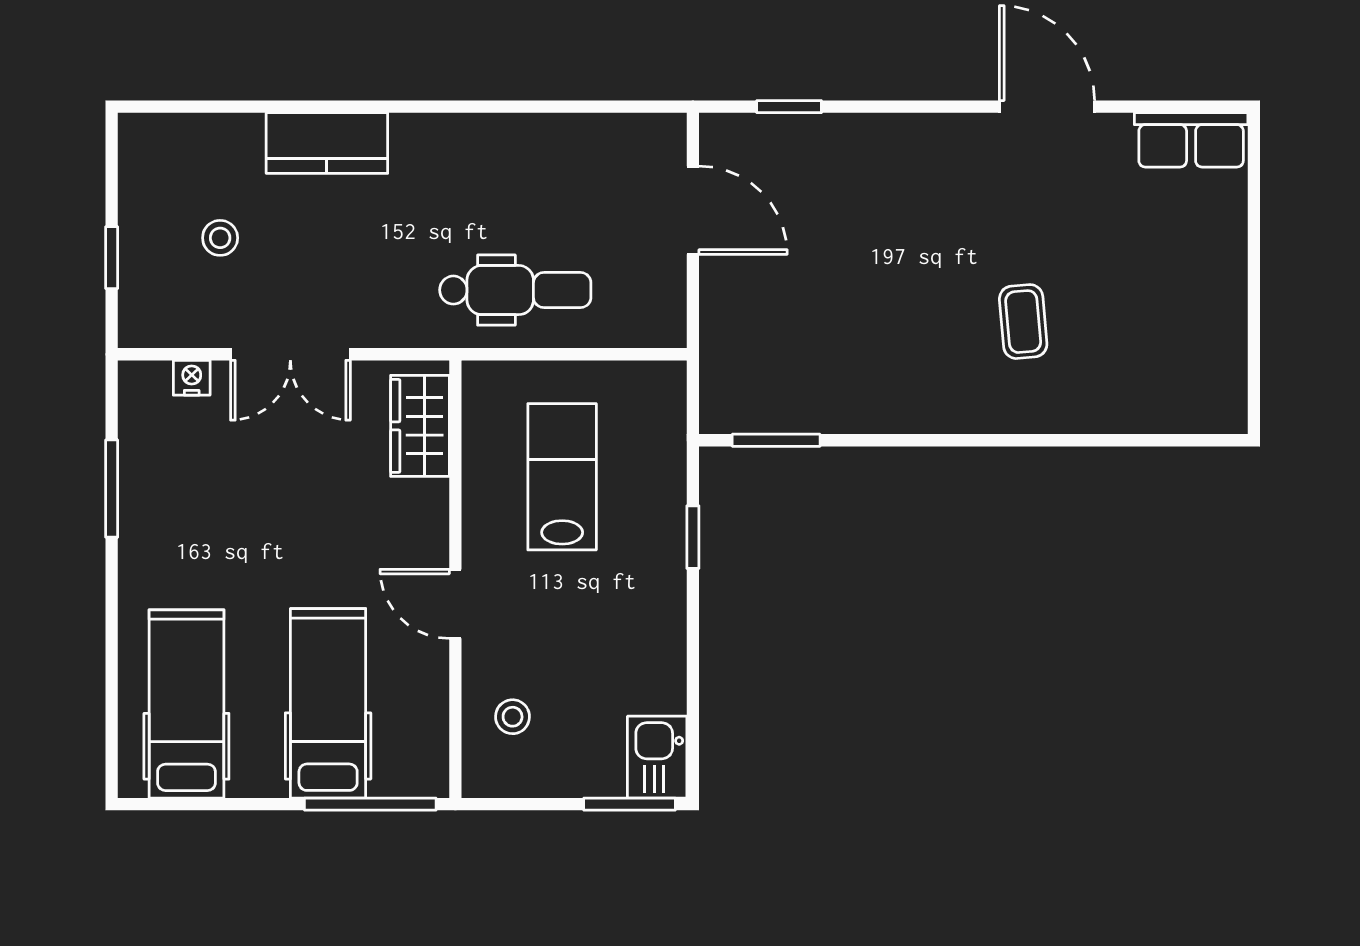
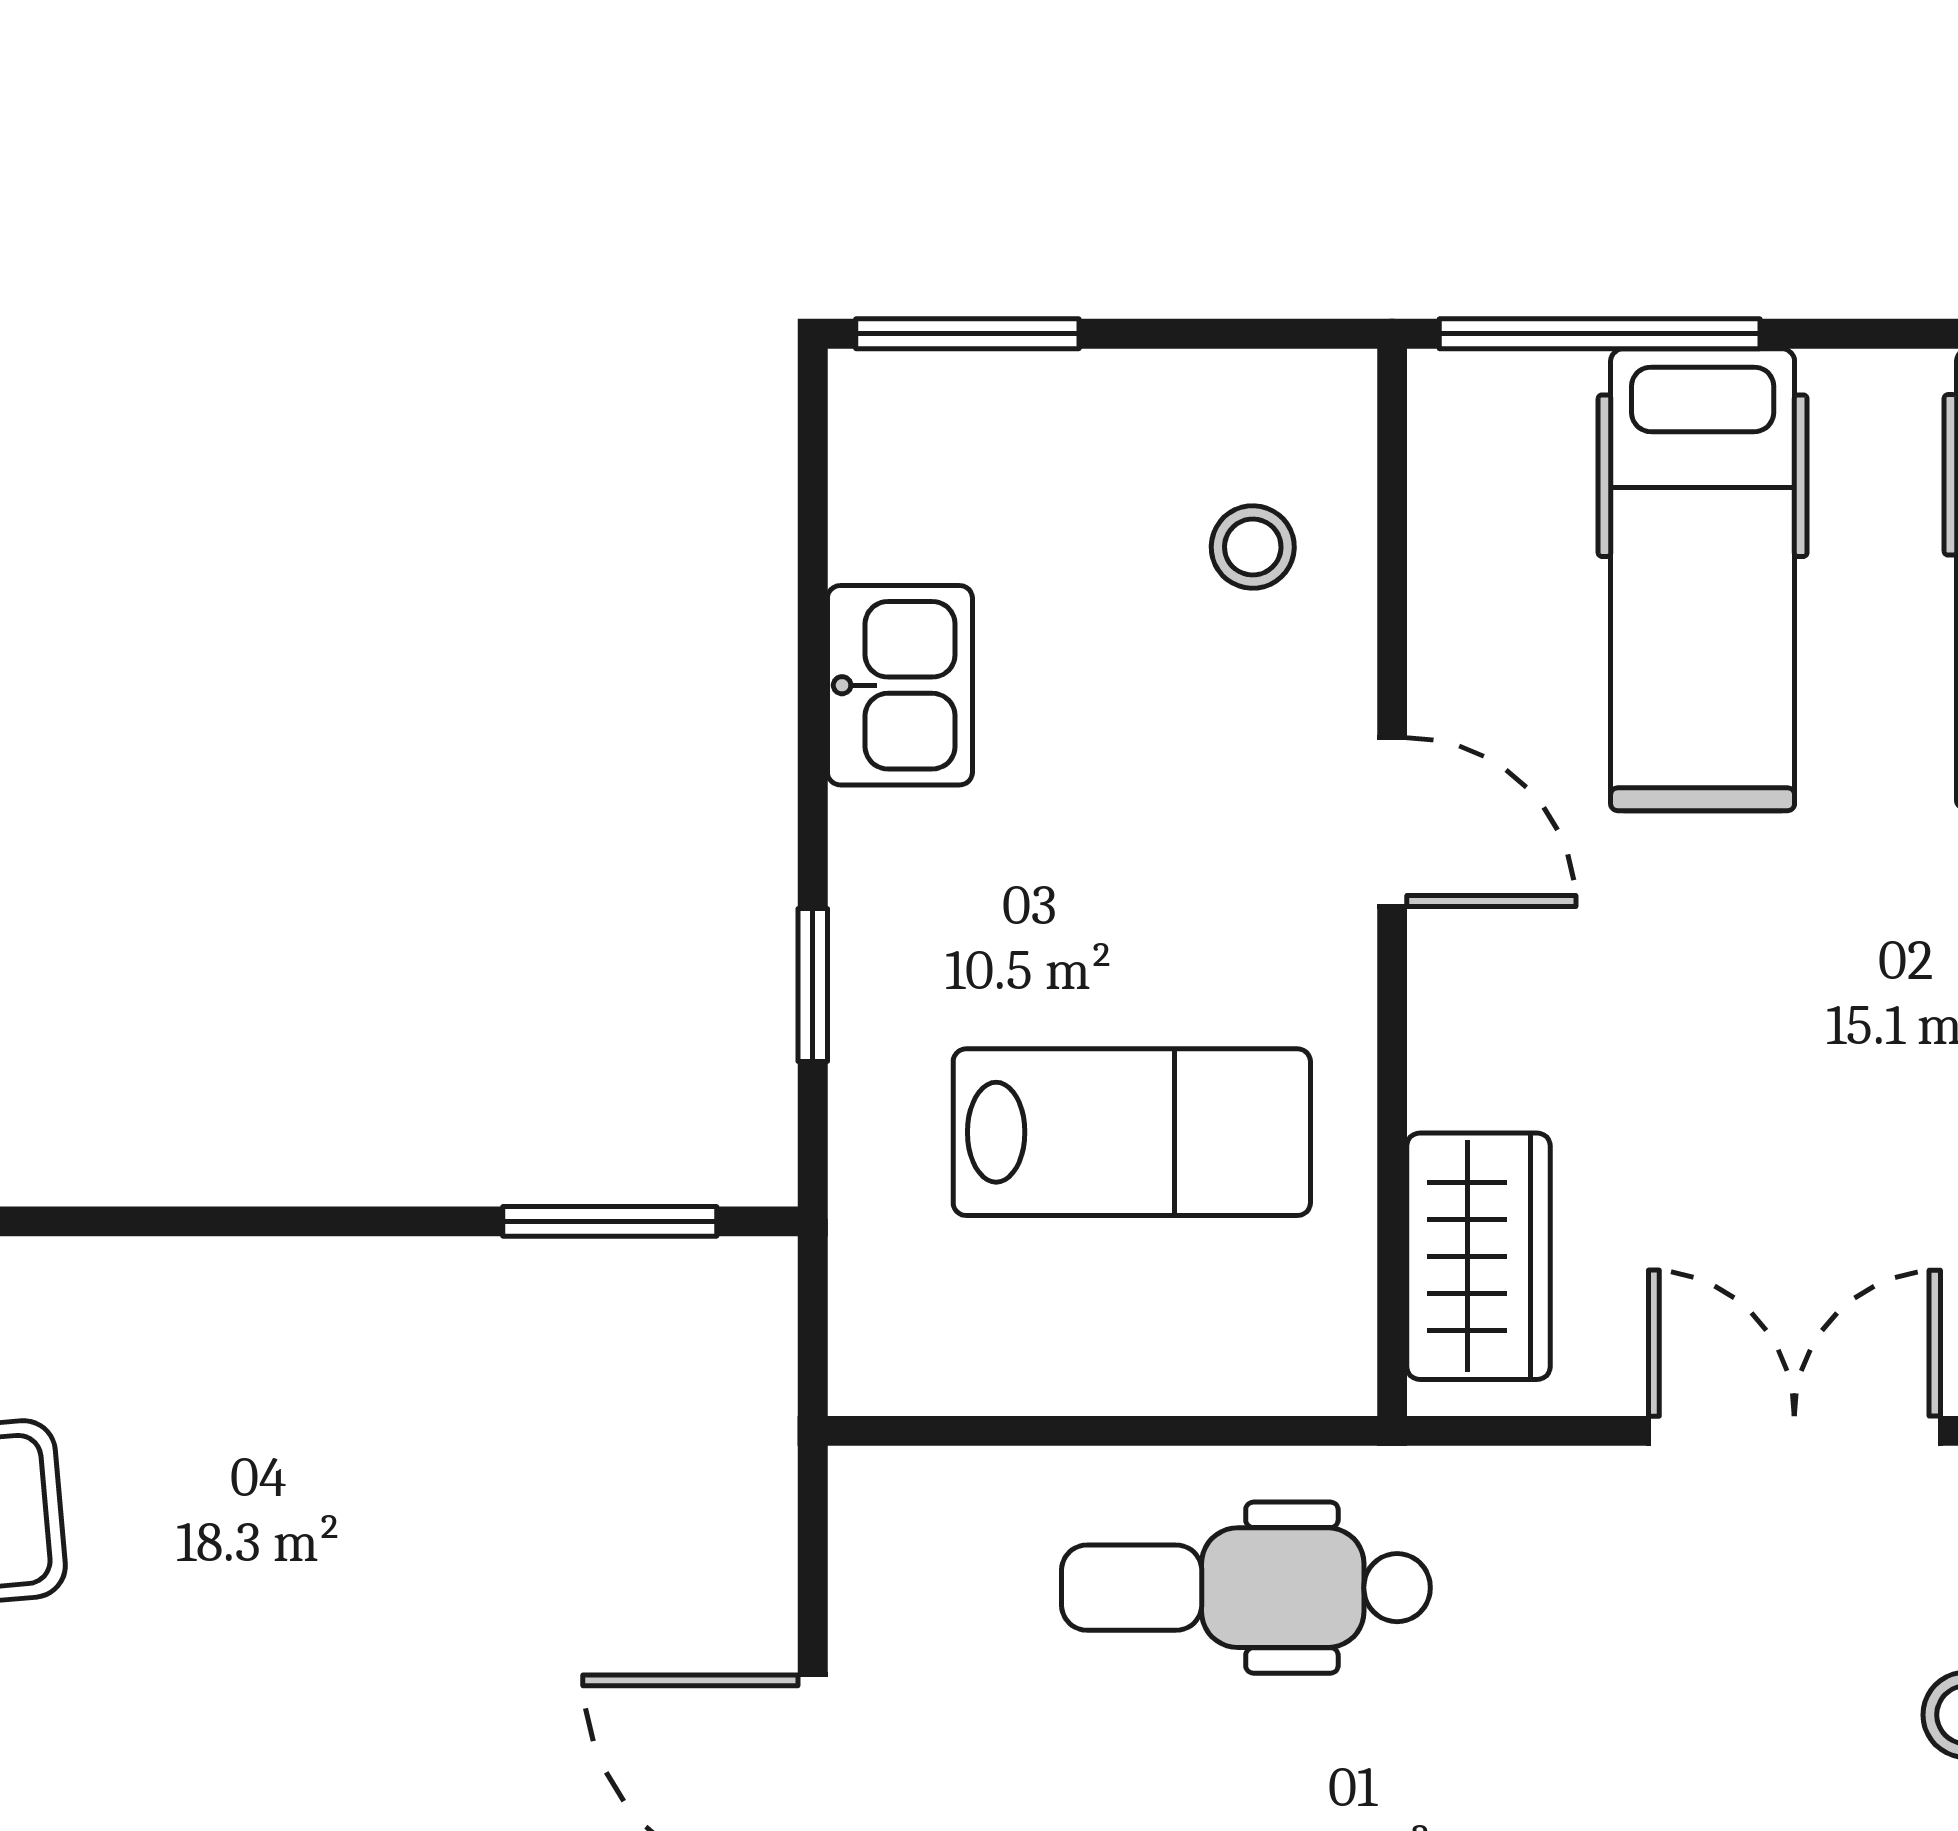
lab bench: (562, 477) -> (1132, 1132), turned -90
kitchen sink: (657, 757) -> (900, 685), moved

